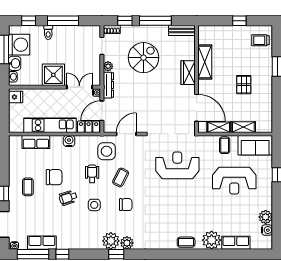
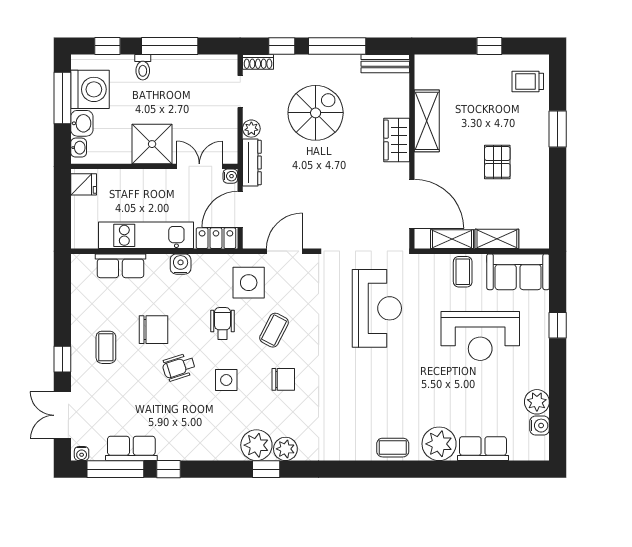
reception desk: (177, 165) -> (377, 308), turned 90

